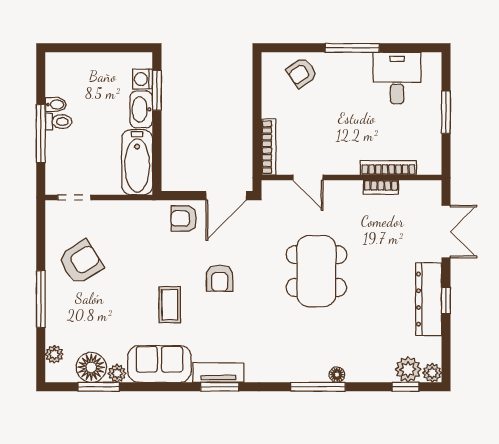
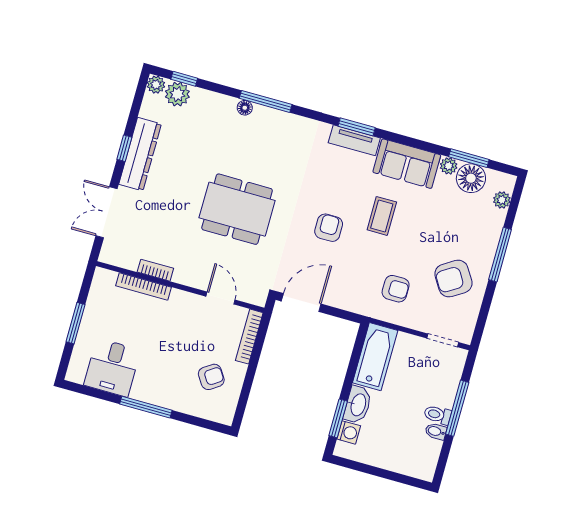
armchair: (302, 73) -> (211, 377), moved
armchair: (184, 219) -> (396, 289), moved
dining table: (316, 271) -> (237, 209), turned 90

